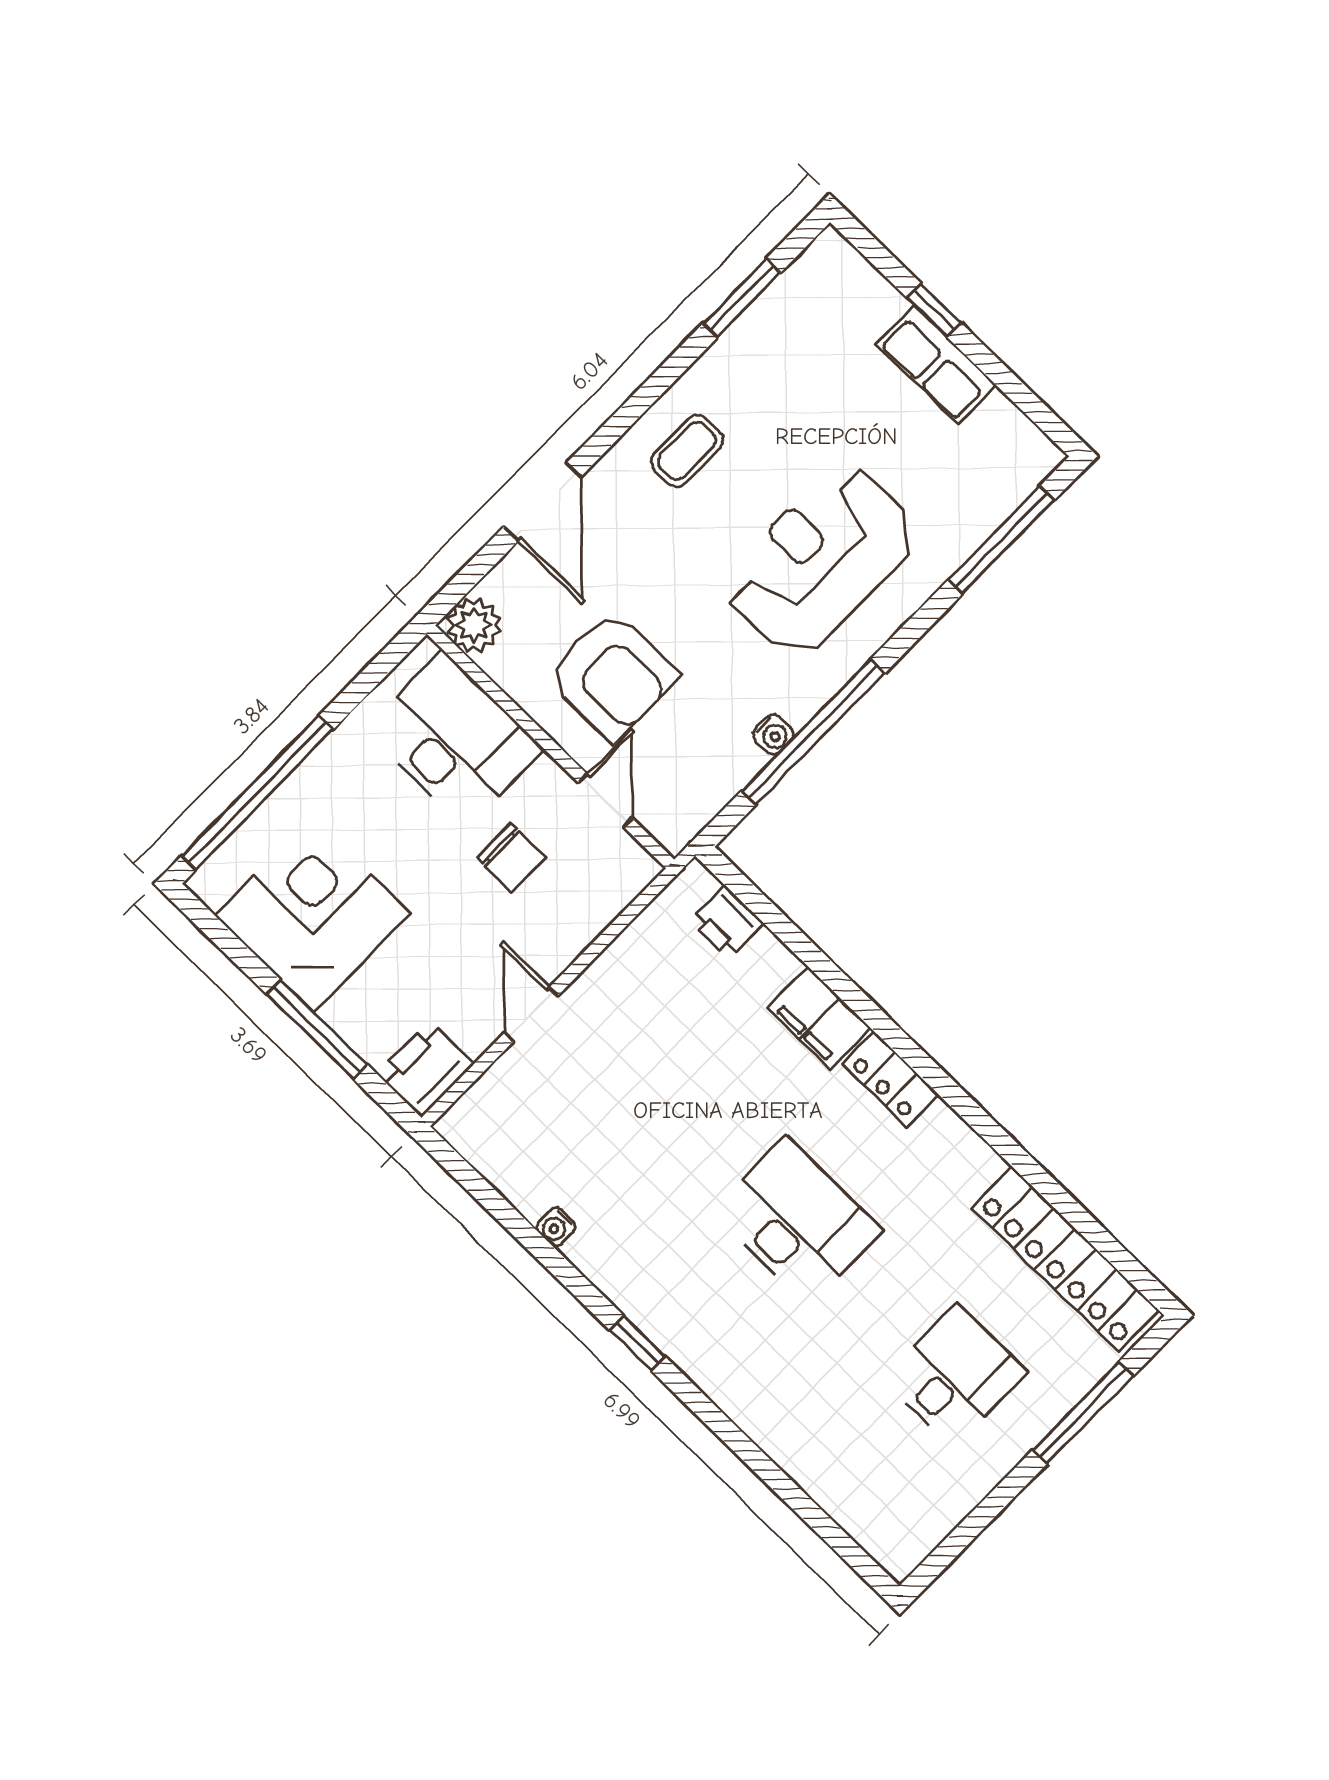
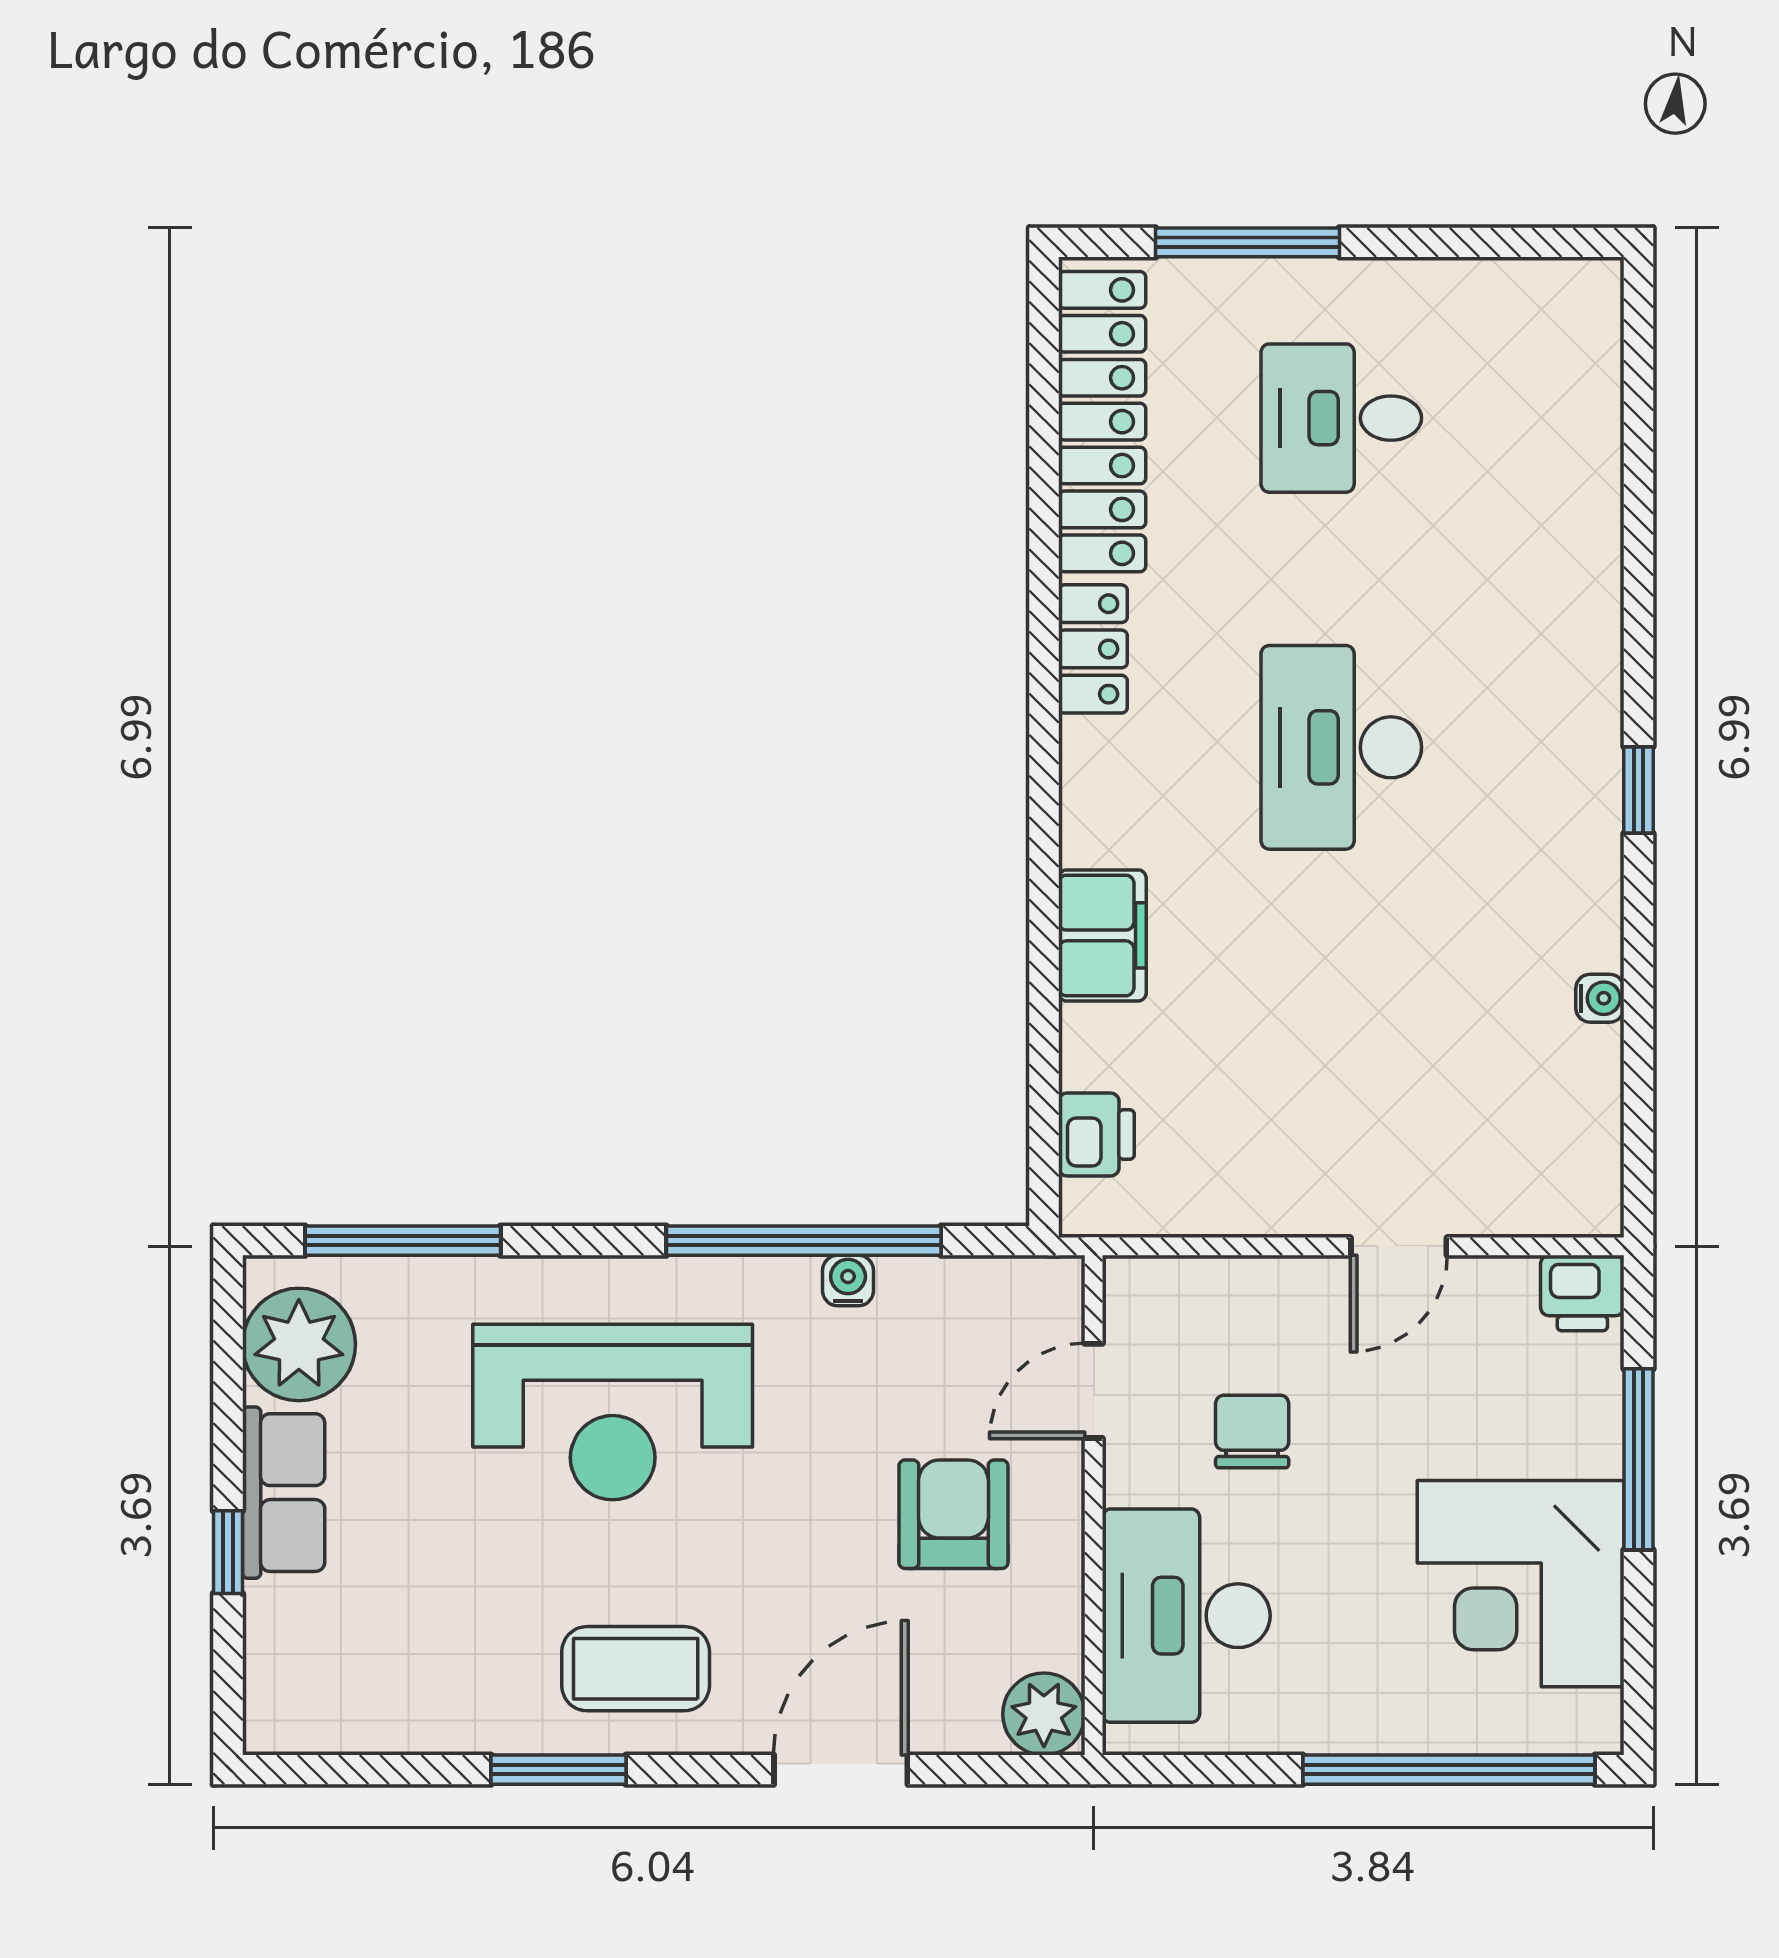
window: (742, 298) -> (559, 1770), moved
plant: (1000, 442) -> (299, 1344), added
coffee table: (687, 451) -> (636, 1669), width x1.36, depth x1.30
armchair: (612, 675) -> (953, 1514), width x0.73, depth x0.73
printer: (426, 1069) -> (1582, 1293), width x0.73, depth x0.81
locker: (890, 1079) -> (1093, 649), moved

